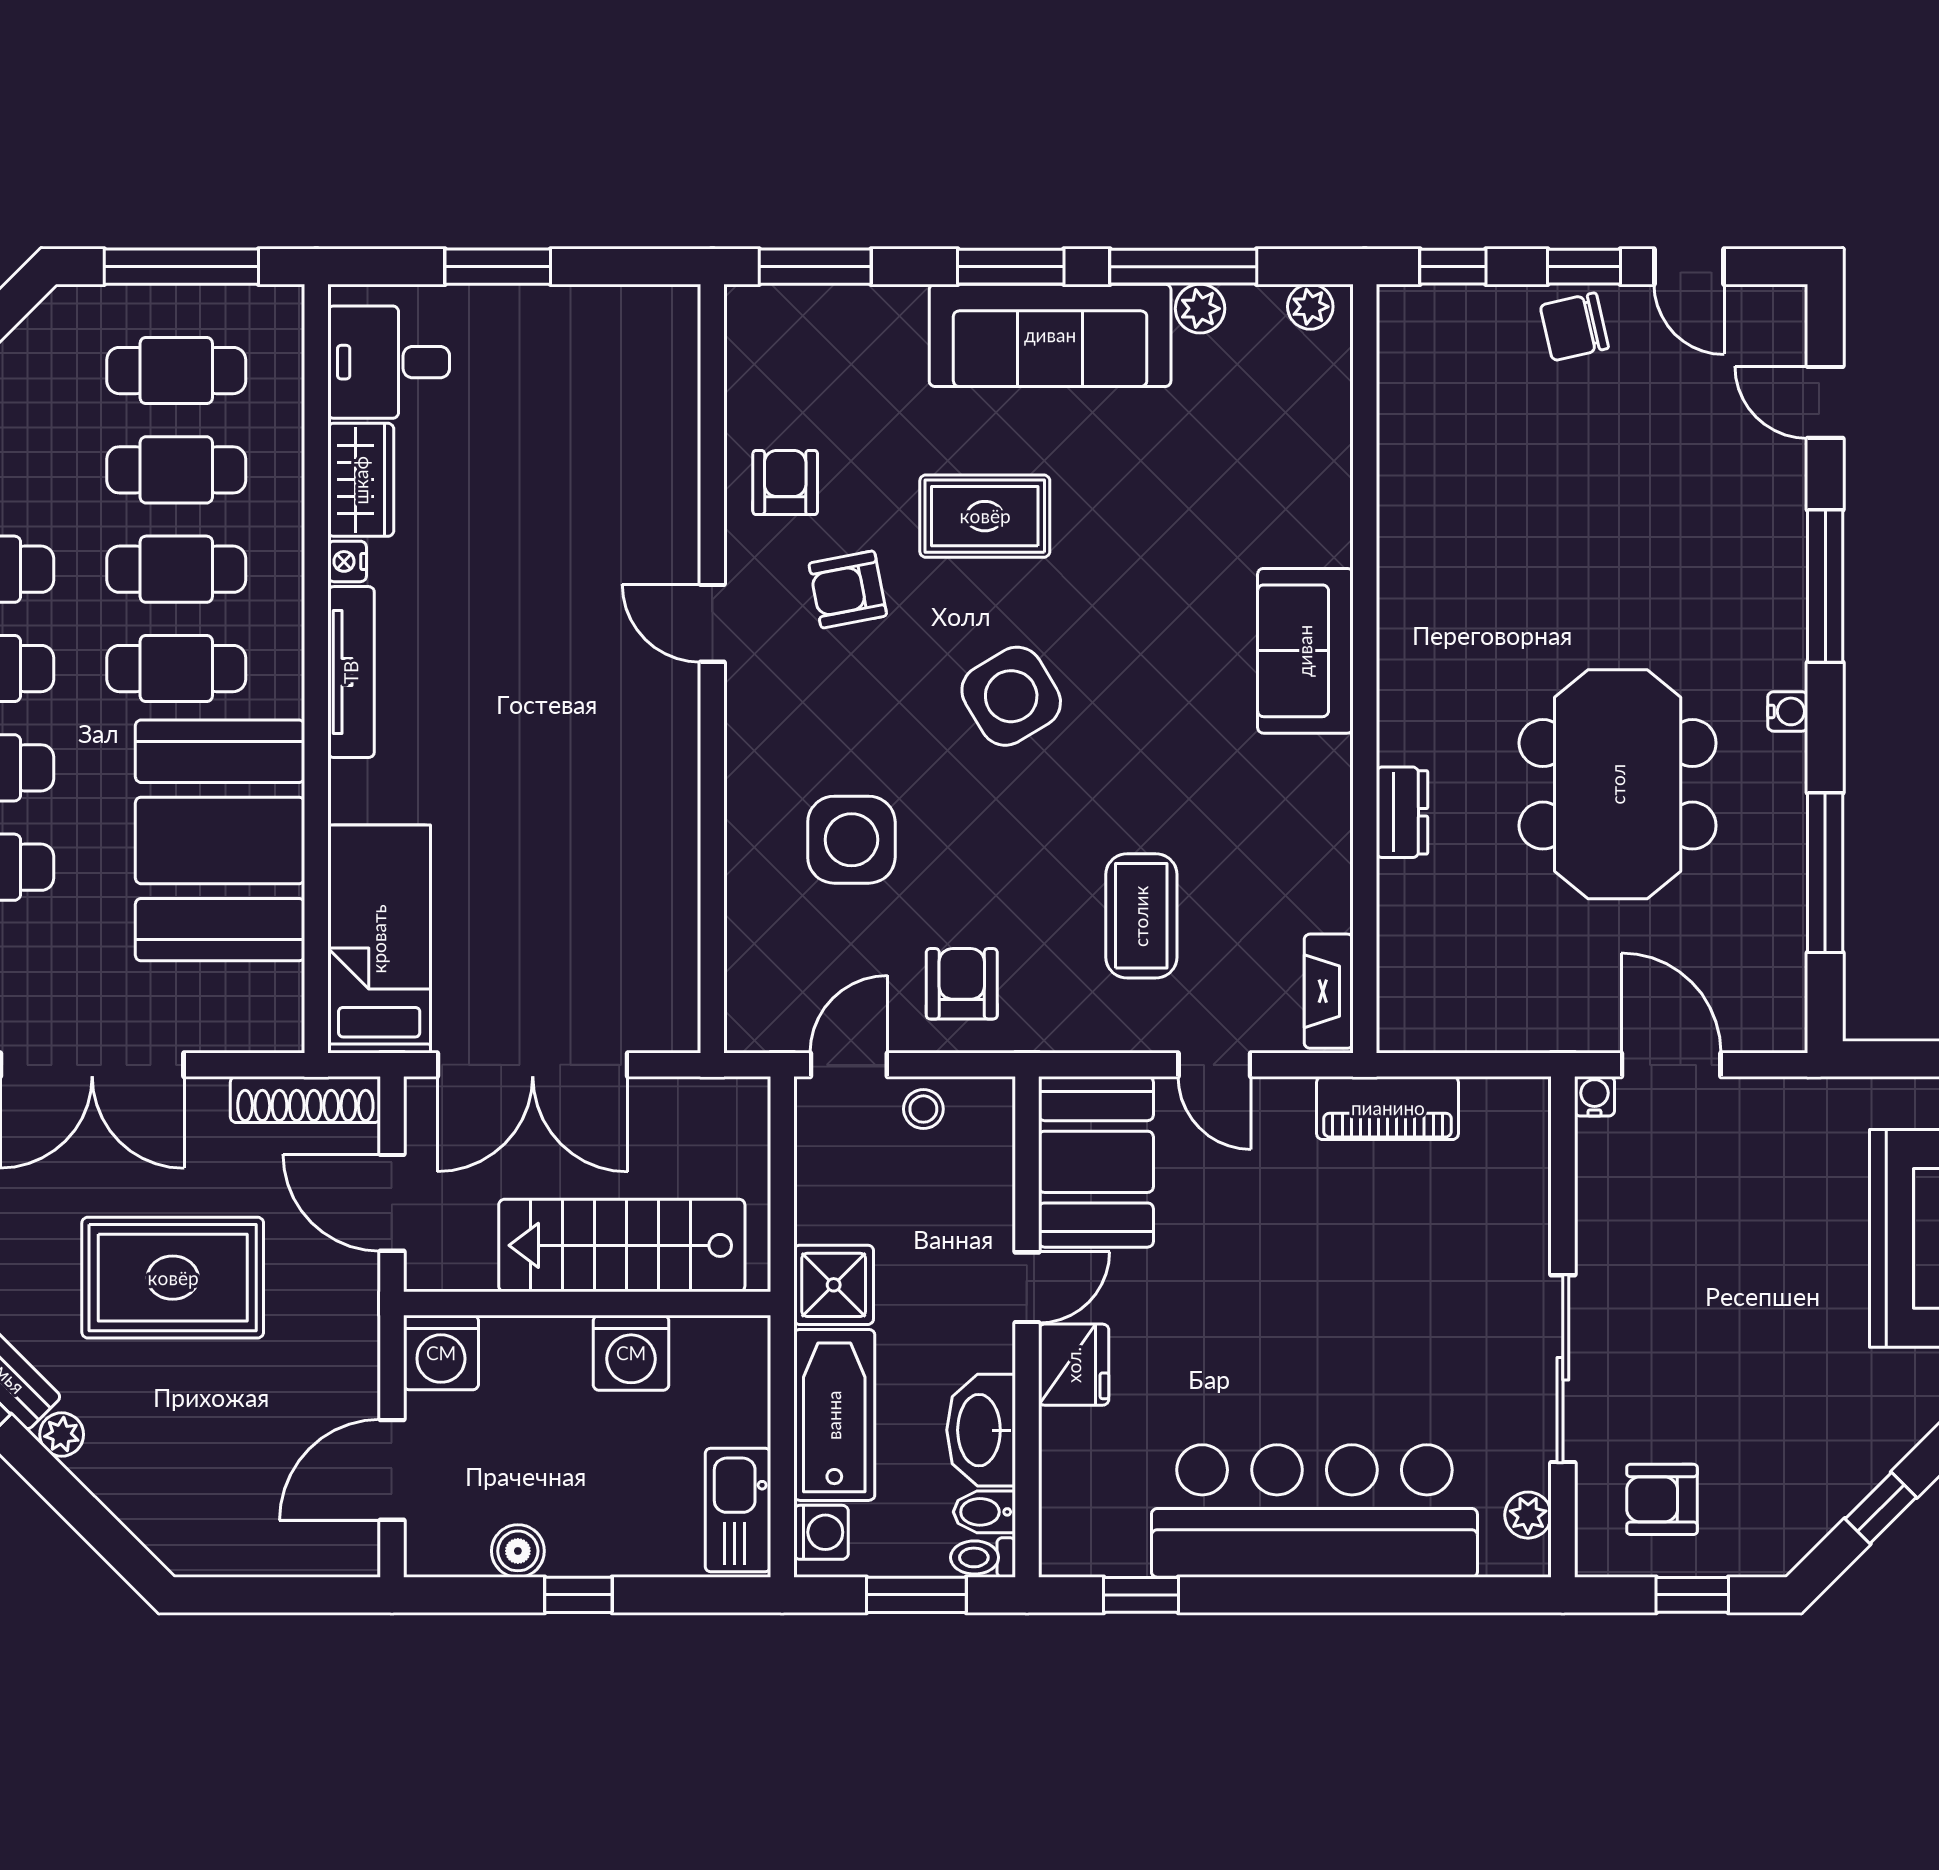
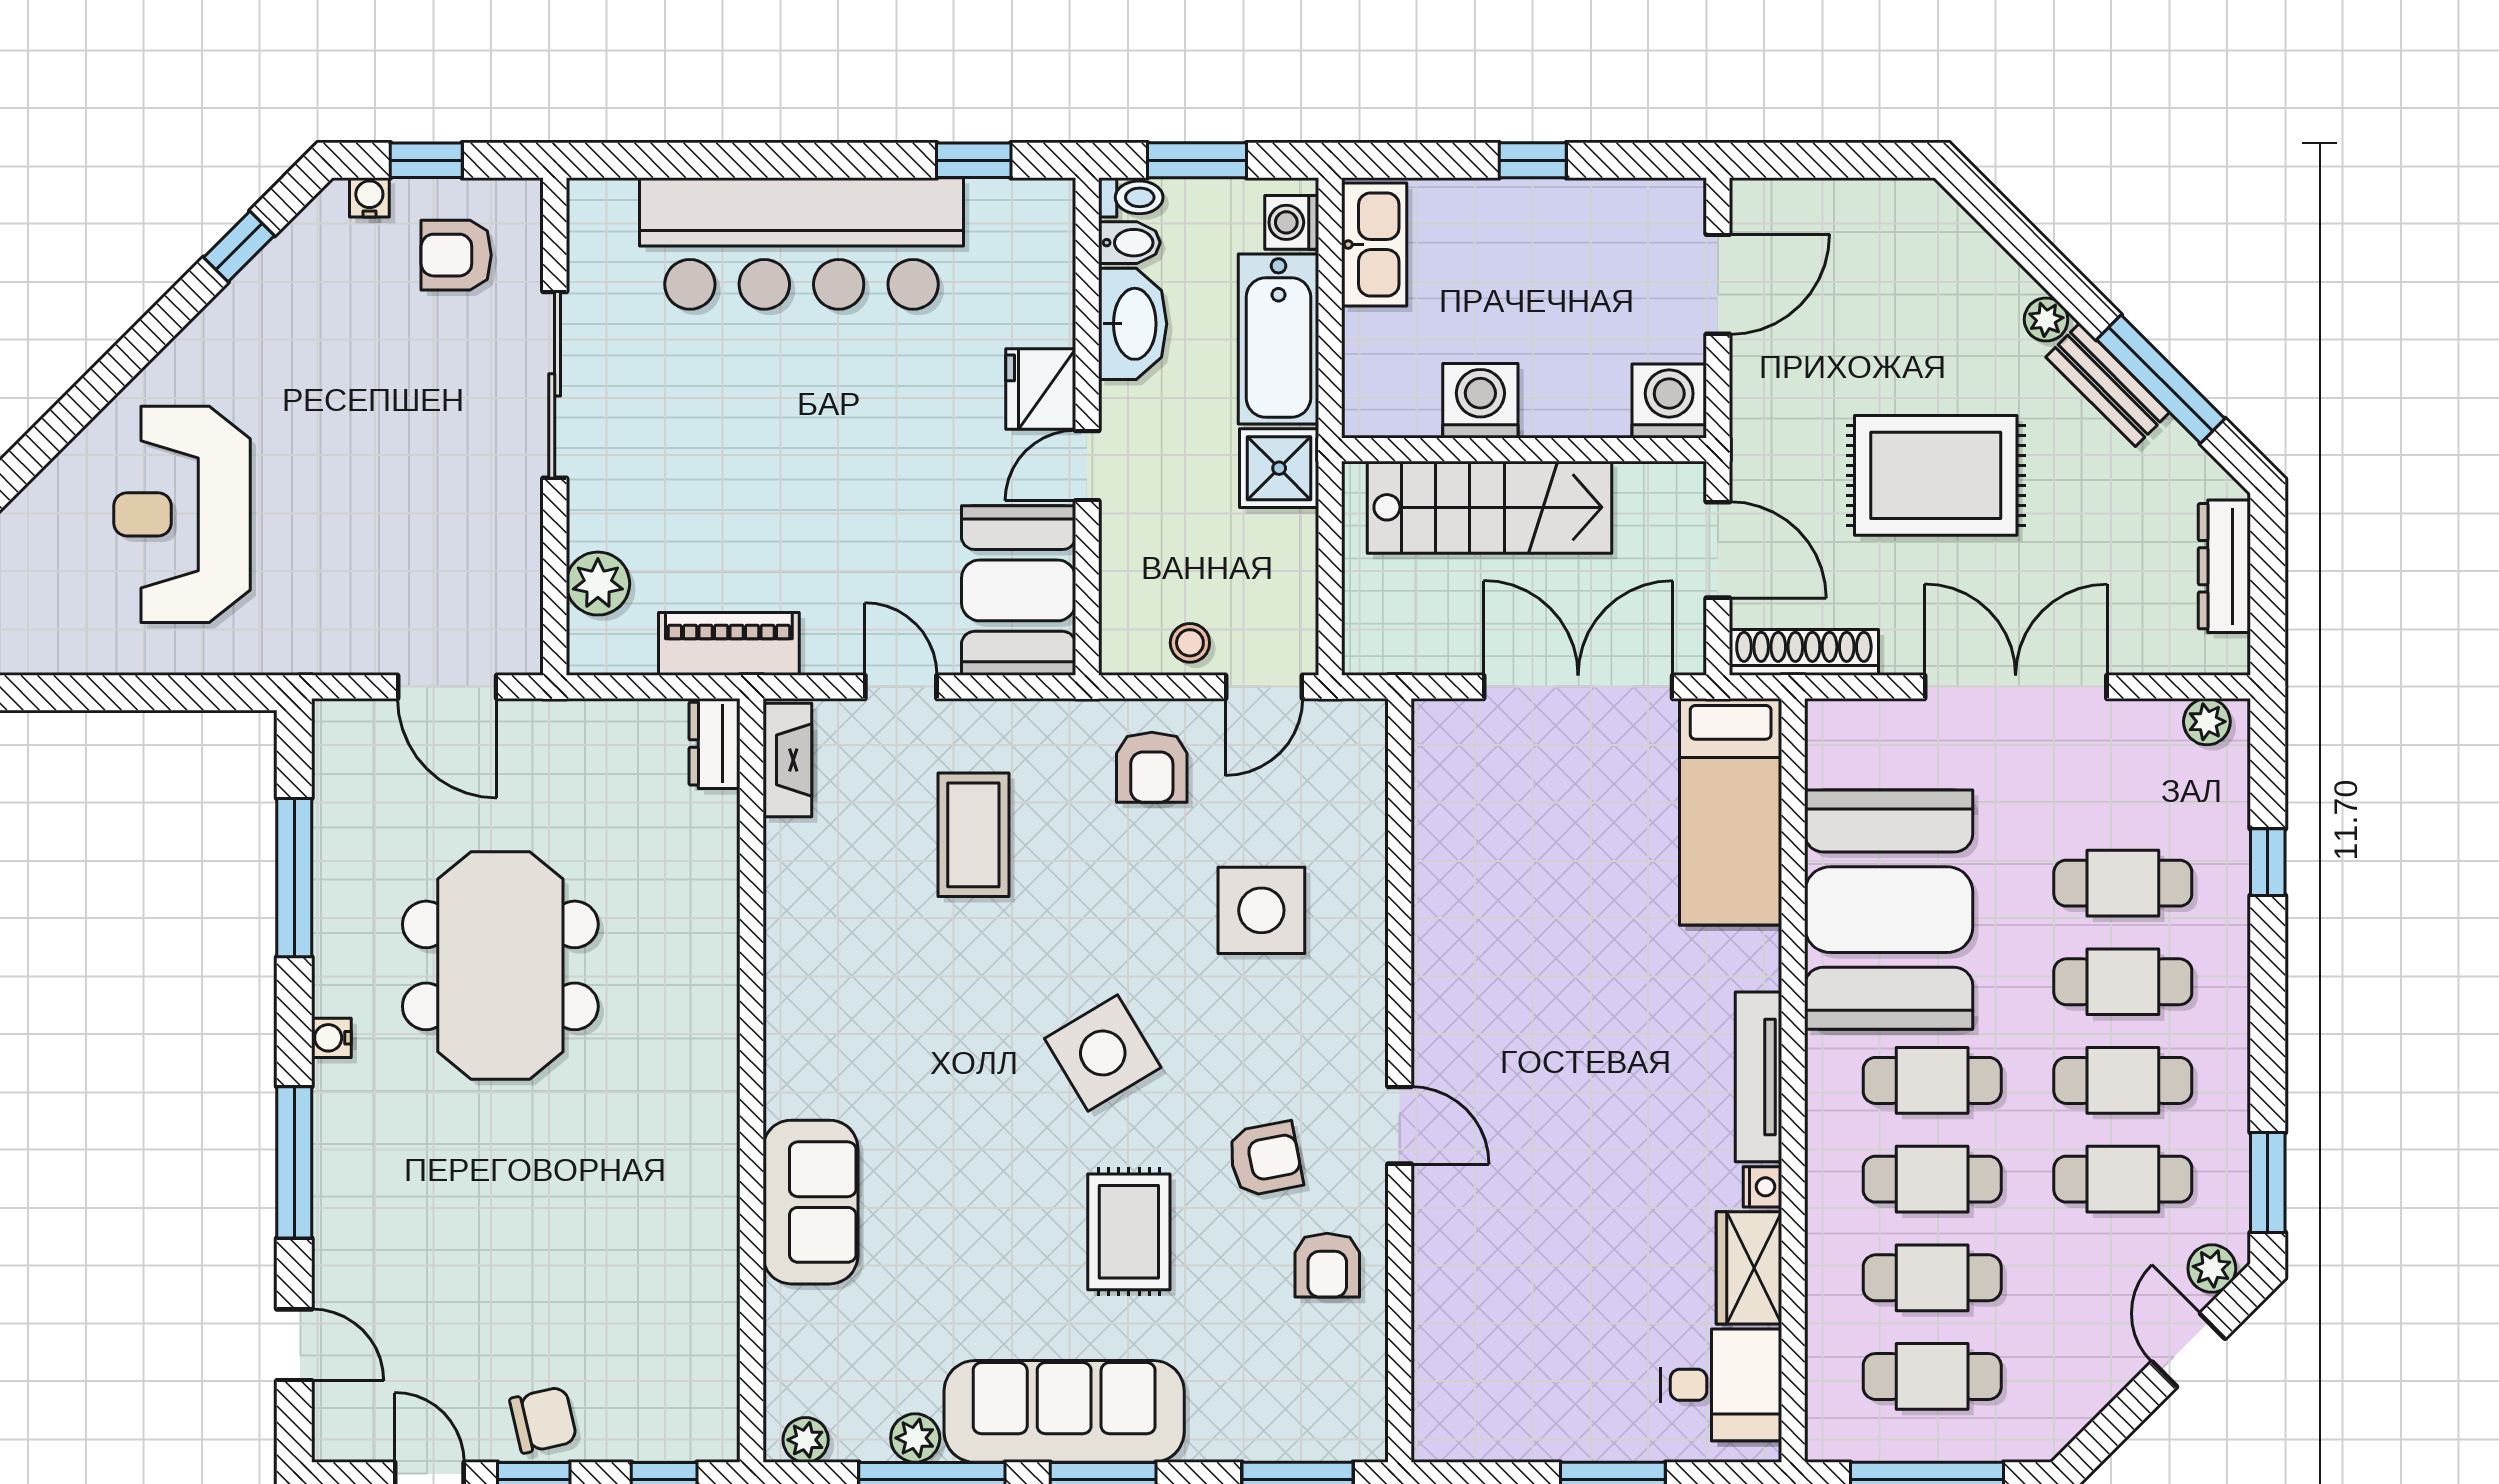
rug: (985, 516) -> (1129, 1232), turned 90
sofa: (1305, 651) -> (810, 1202), moved
dresser: (1402, 812) -> (714, 744), moved
water cooler: (1594, 1096) -> (369, 197), moved, turned 180
armchair: (1662, 1499) -> (456, 255), turned 180
plant: (1528, 1515) -> (598, 584), moved, width x1.38, depth x1.38
boiler: (518, 1551) -> (1593, 204), removed

